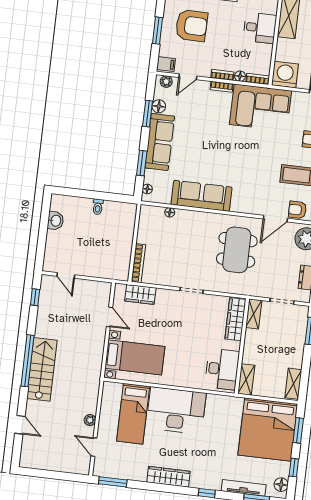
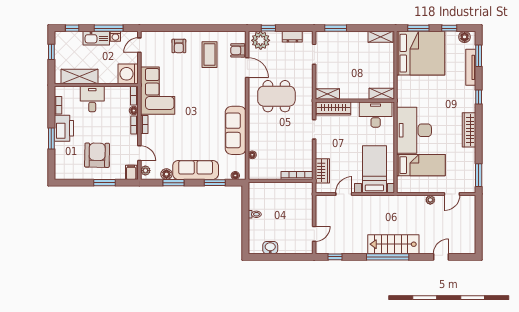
armchair: (297, 210) -> (238, 50), turned 90
shelving: (254, 314) -> (327, 94), moved
wardrobe: (235, 319) -> (333, 108), moved
wall: (242, 346) -> (355, 101), moved
desk: (222, 369) -> (376, 115), moved
shelving: (246, 379) -> (382, 94), moved

